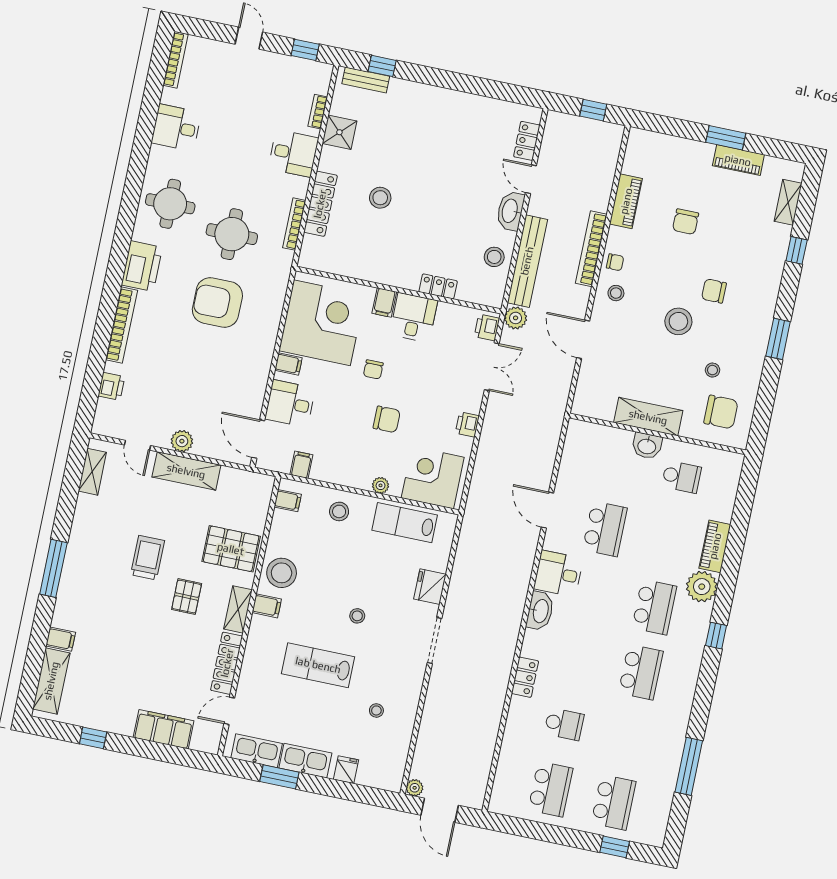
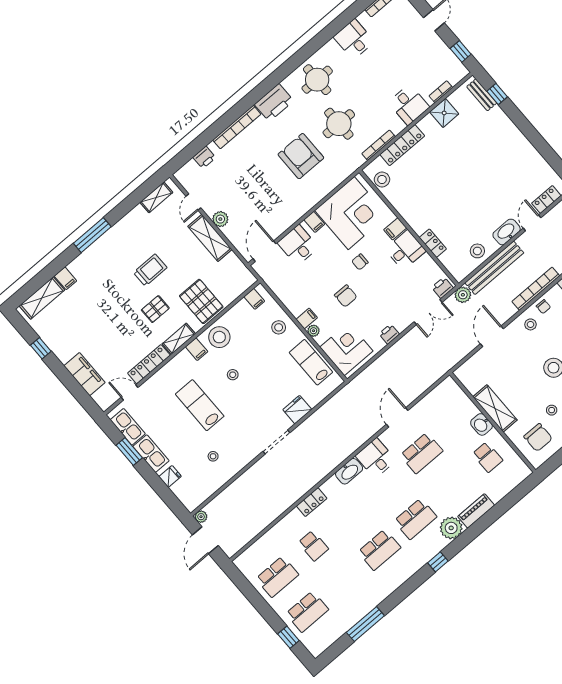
stool: (380, 198) -> (382, 179), moved
filing cabinet: (301, 465) -> (307, 318), moved
stool: (357, 616) -> (233, 375), moved

